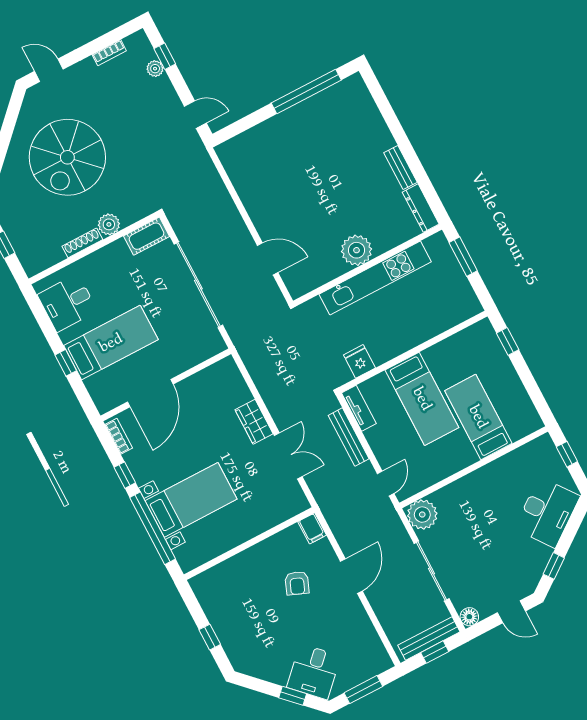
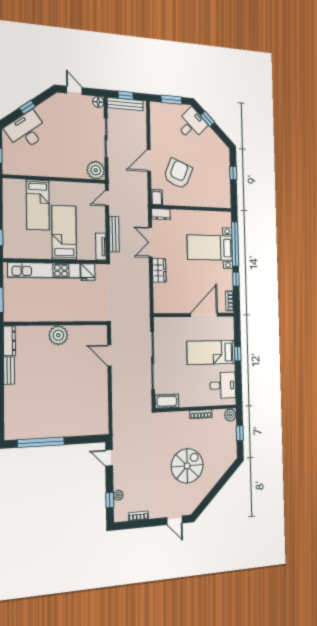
spiral stairs: (67, 157) -> (187, 466), width x0.73, depth x0.73
plant: (109, 224) -> (230, 415), moved
kitchen unit: (375, 278) -> (44, 270), moved, turned 180
dresser: (293, 507) -> (161, 214), added
window: (554, 566) -> (27, 107), moved
armchair: (297, 583) -> (178, 174), width x1.88, depth x1.88

